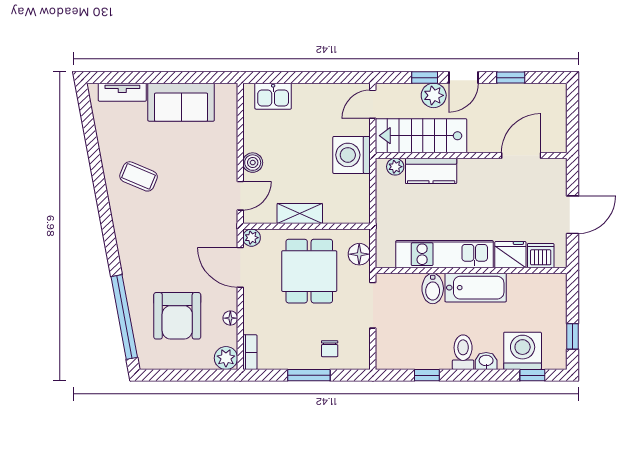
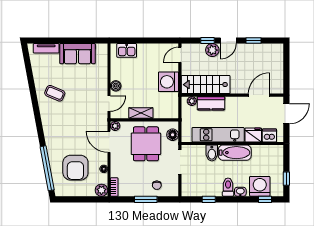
stairs: (421, 136) -> (206, 85), moved
wall: (471, 156) -> (232, 95), moved
door: (521, 156) -> (259, 95), moved
plant: (395, 167) -> (192, 101), moved
kitchen counter: (431, 171) -> (211, 103), moved

